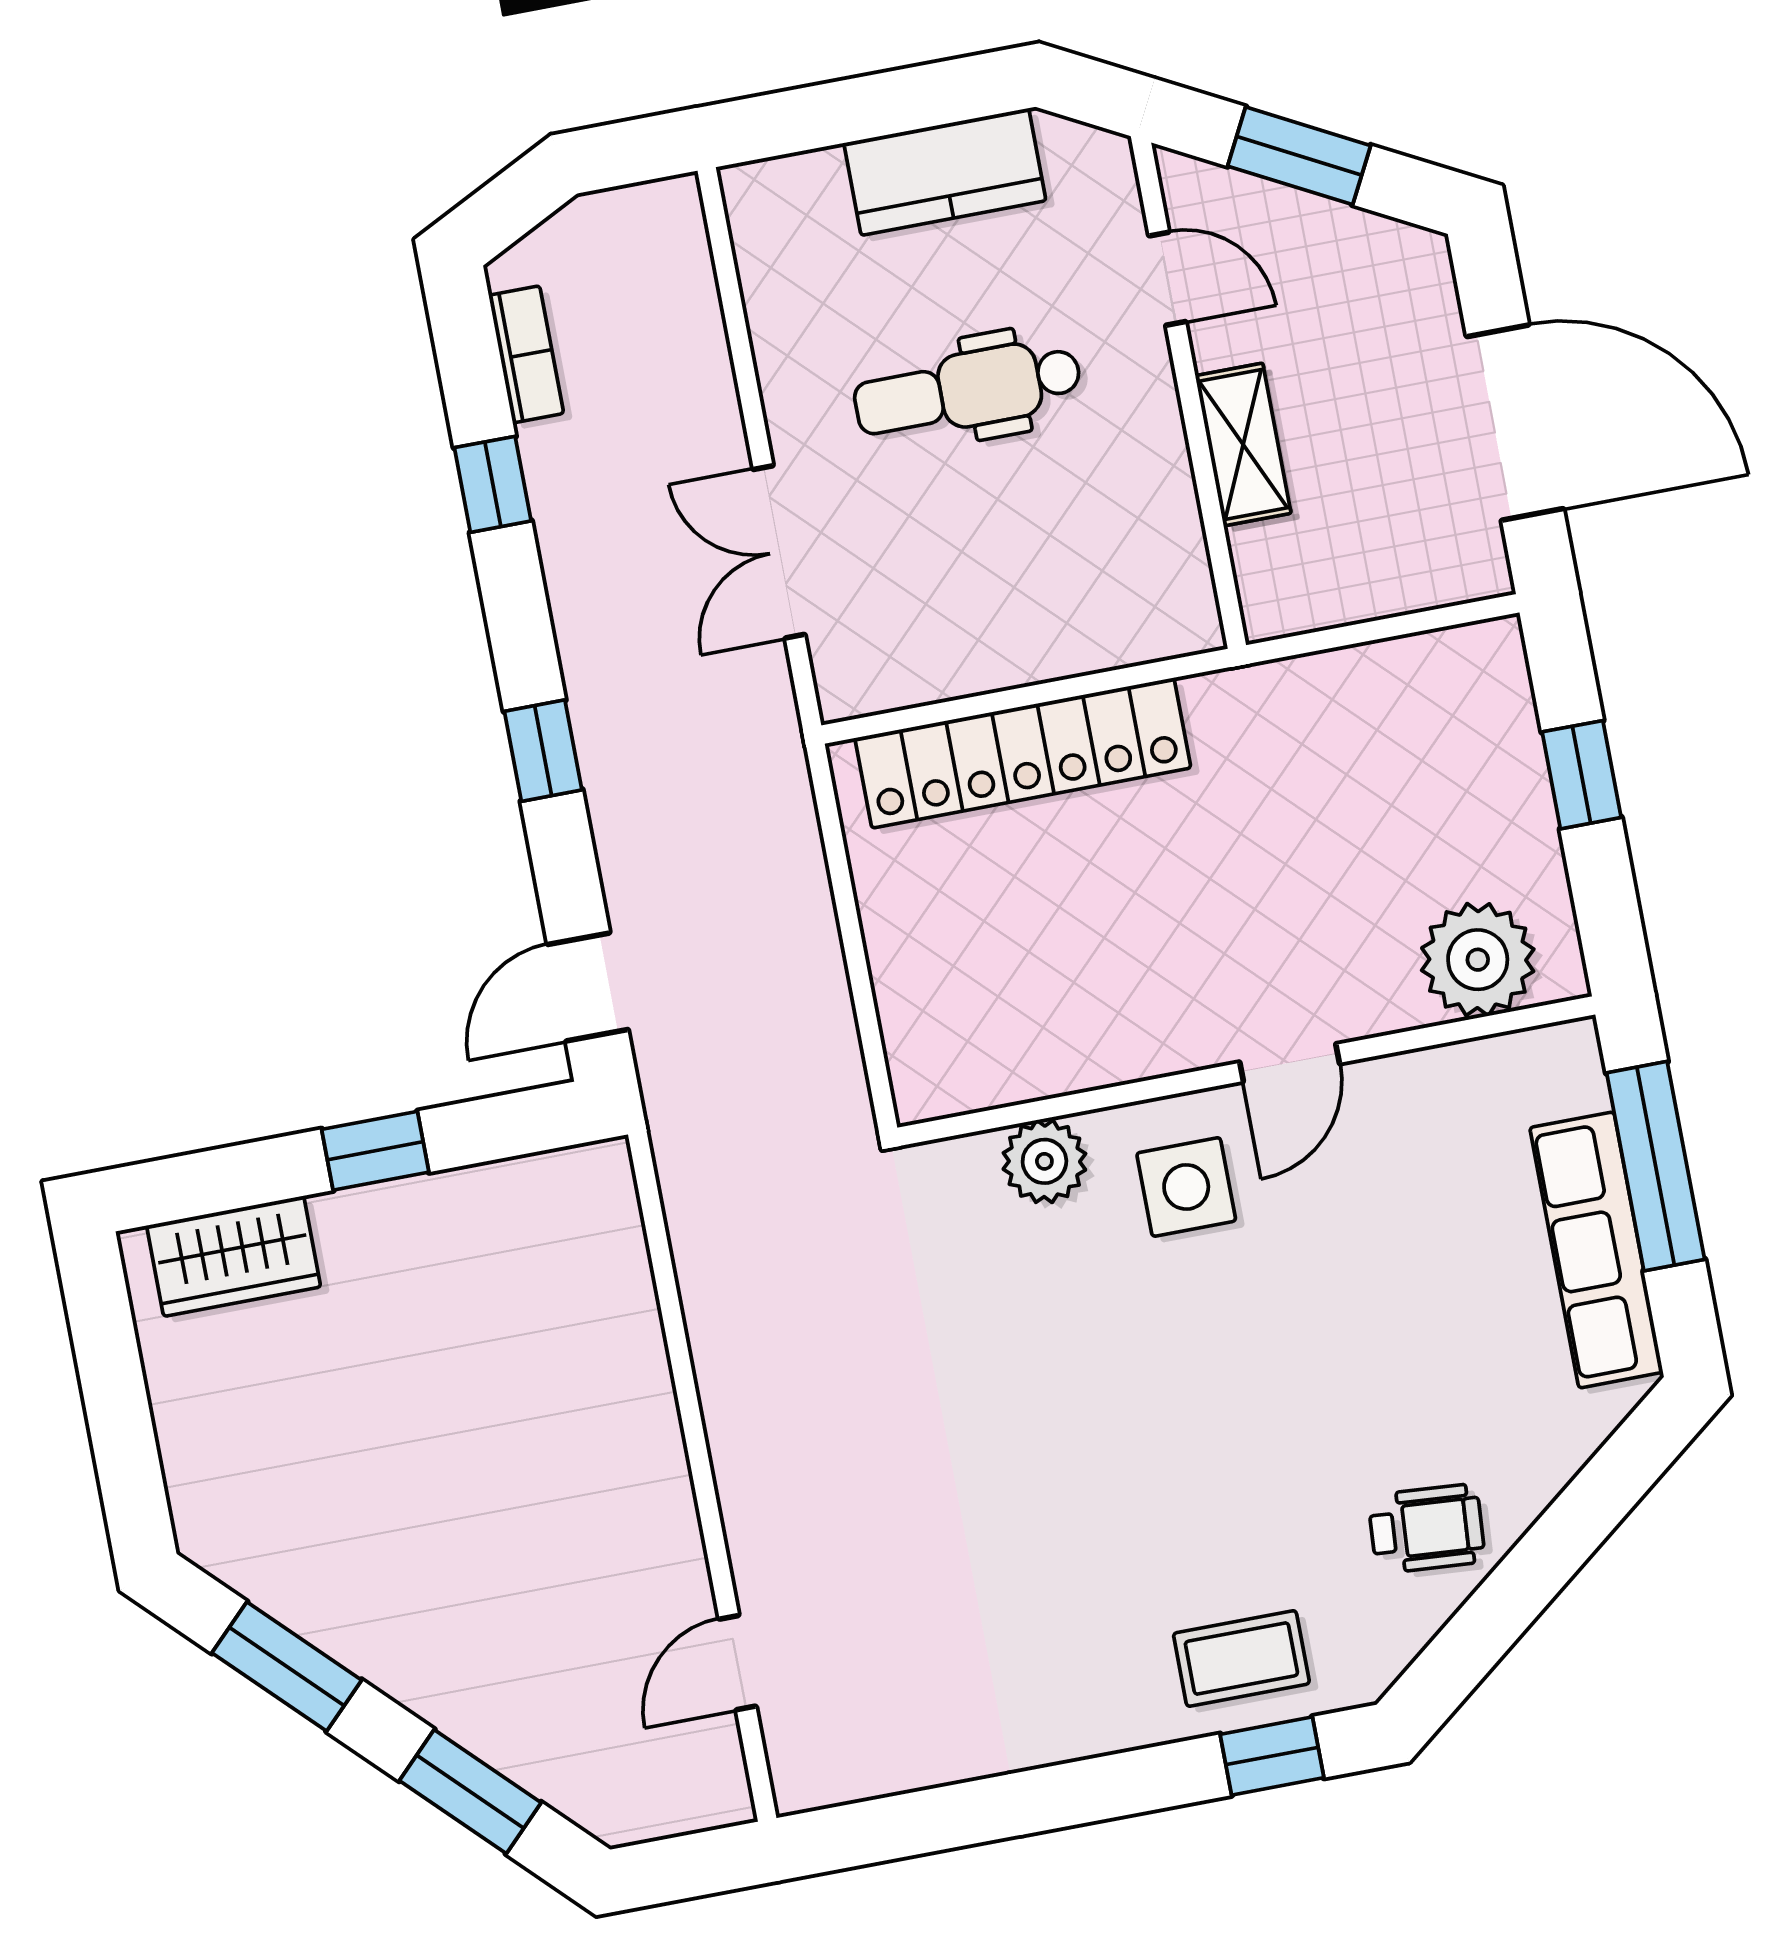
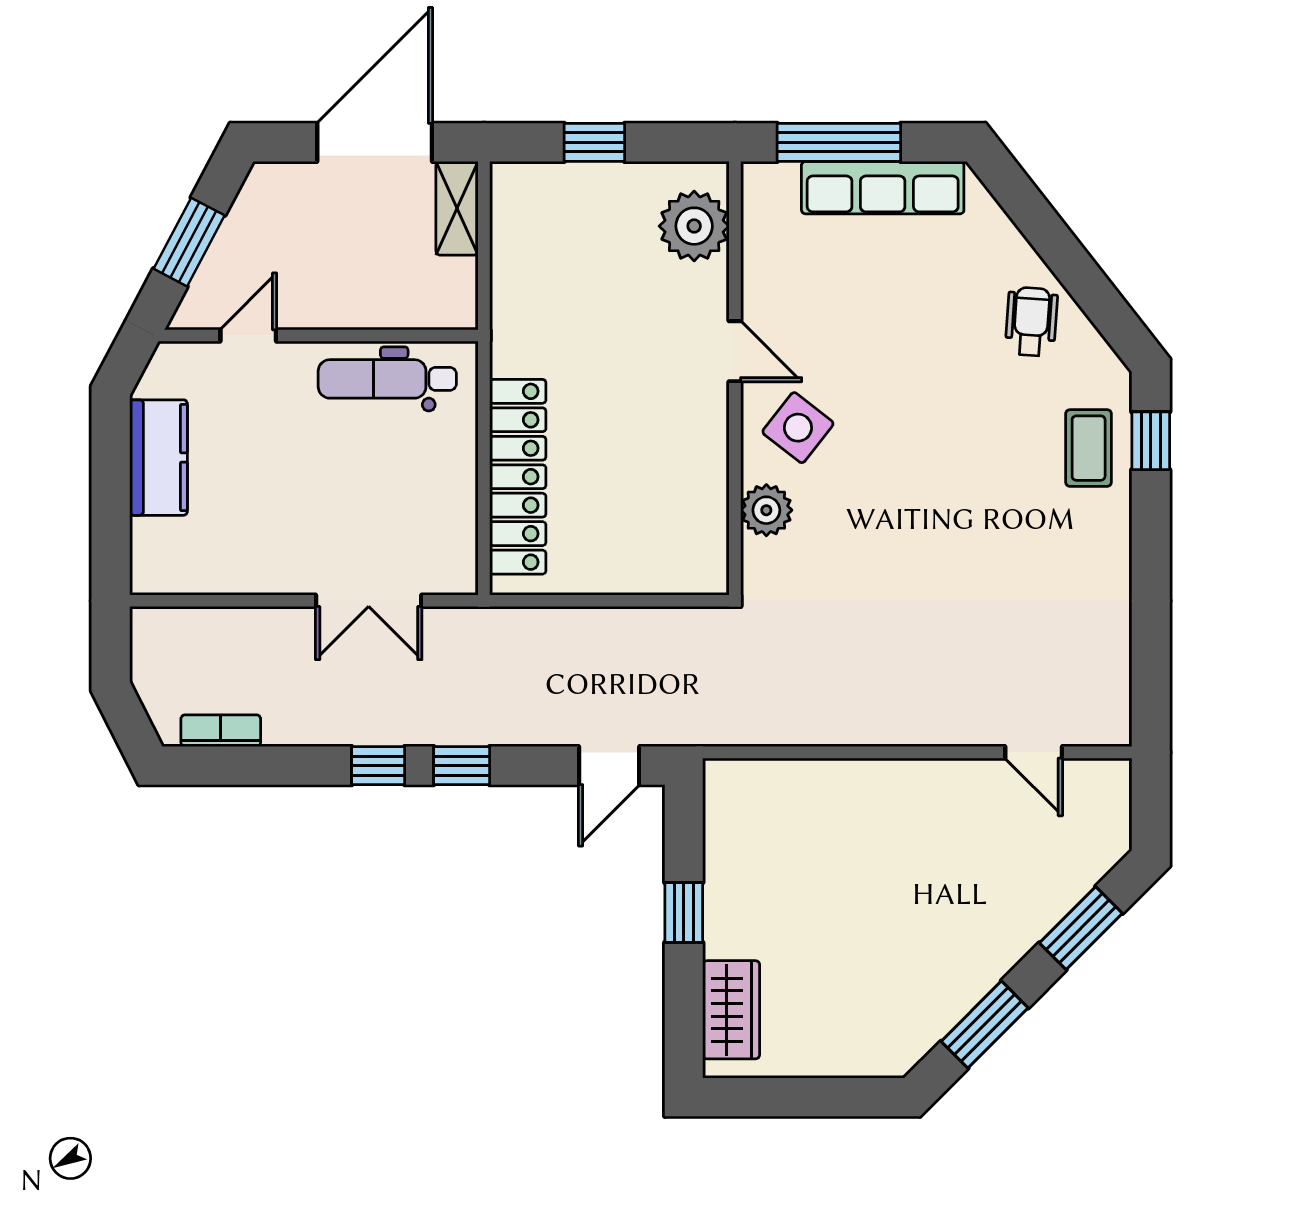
dental chair: (968, 390) -> (387, 379), moved, turned 90
shelving: (1243, 445) -> (457, 208), moved, turned 90
window: (493, 484) -> (378, 766), moved
door: (588, 987) -> (609, 766), hinge flipped
side table: (1186, 1187) -> (798, 428), turned 38

